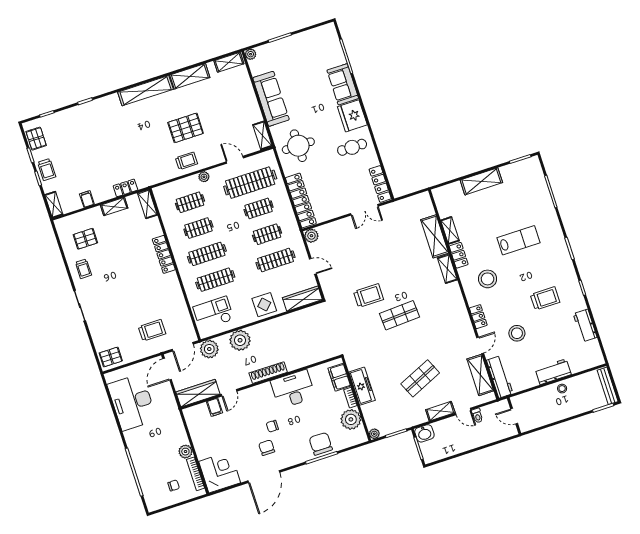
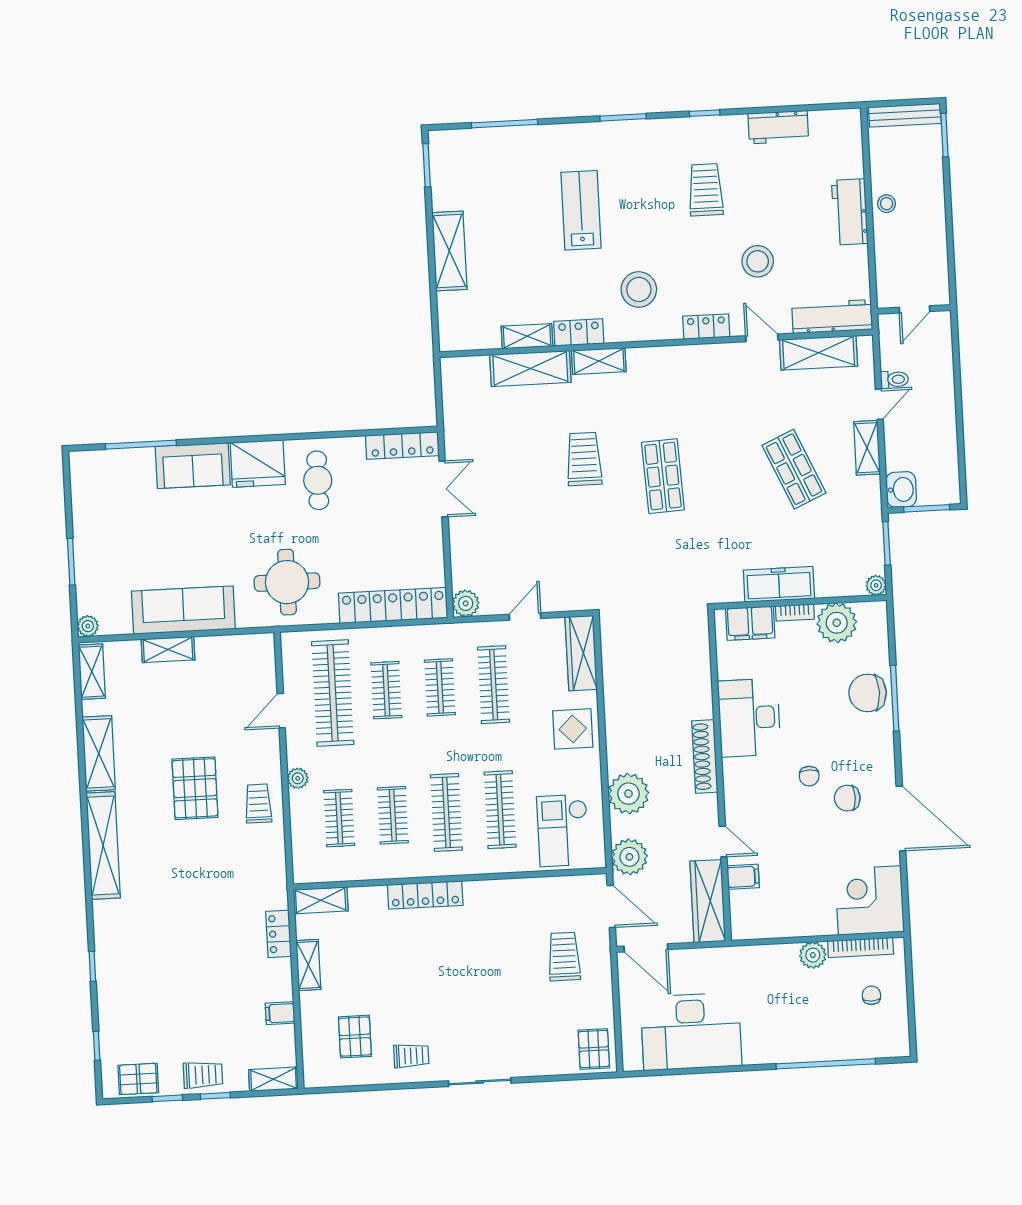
shelving: (262, 135) -> (168, 650), moved
trolley: (369, 296) -> (584, 459), moved

